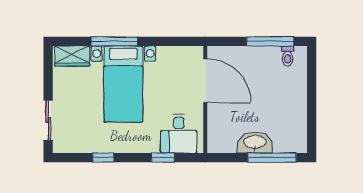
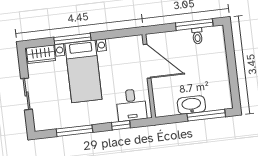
toilet: (288, 56) -> (197, 36), moved
sliding door: (48, 120) -> (27, 94), moved
window: (103, 158) -> (74, 131), width x2.17

